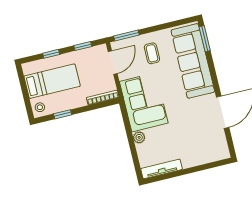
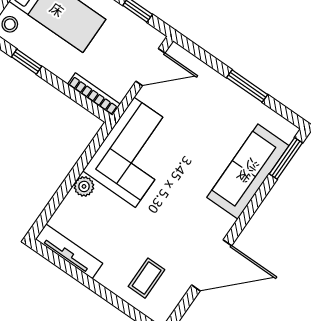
window: (126, 35) -> (247, 86), moved
coffee table: (152, 53) -> (147, 278), moved
sofa: (193, 61) -> (248, 171), width x0.74, depth x0.79

